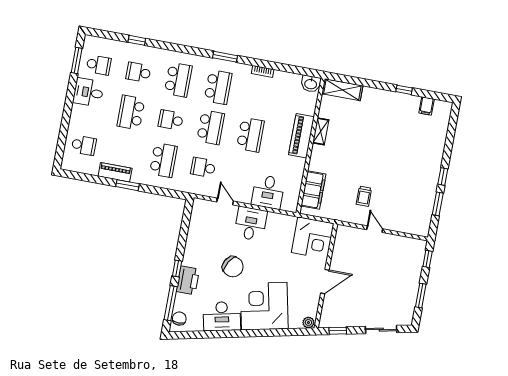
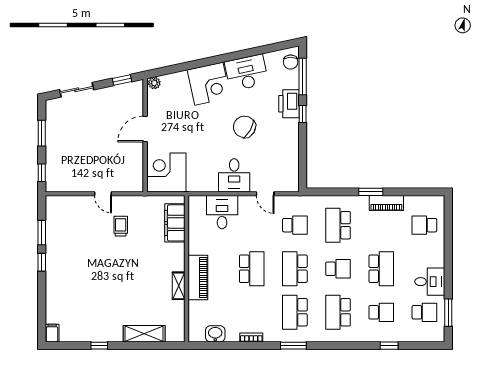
school desk: (99, 65) -> (424, 312), turned 180
washbasin: (311, 84) -> (215, 334), moved
shelving: (342, 90) -> (144, 334), moved
filing cabinet: (427, 106) -> (52, 333), moved
school desk: (250, 135) -> (252, 269), turned 180
corner desk: (264, 306) -> (209, 84), width x0.74, depth x0.74

